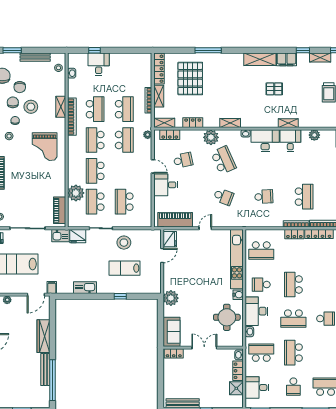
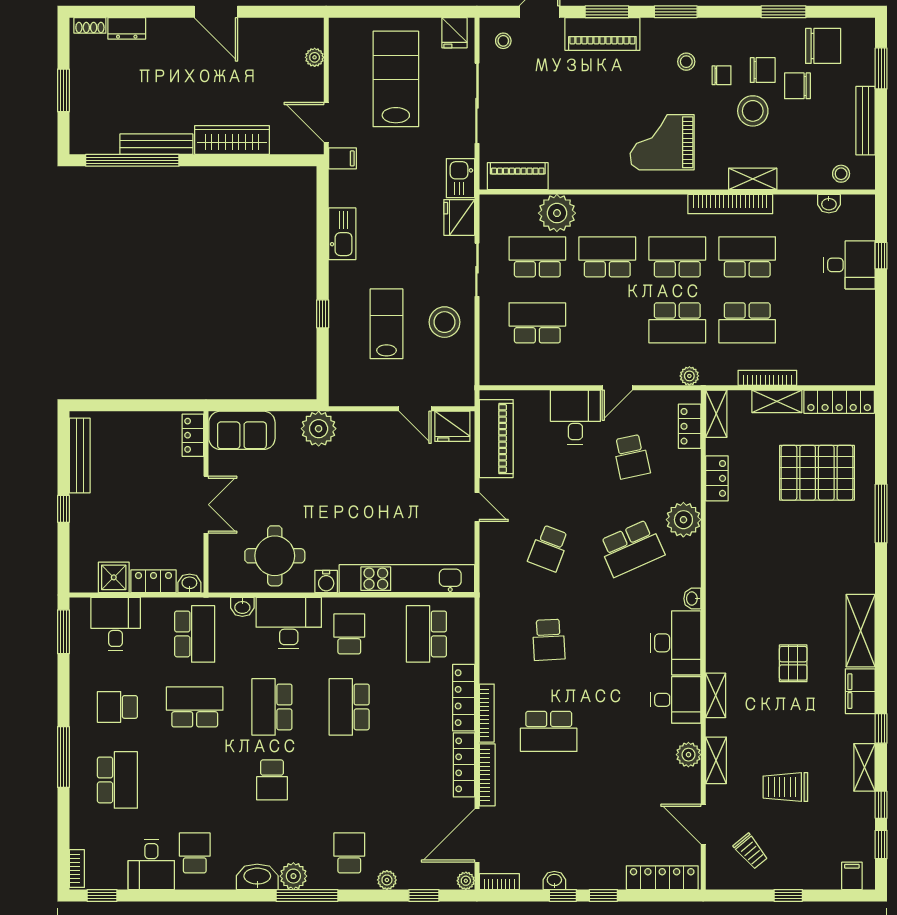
school desk: (95, 109) -> (747, 257), turned 180
shelving: (230, 123) -> (716, 760), moved
locker: (294, 234) -> (464, 698), width x1.53
school desk: (293, 285) -> (349, 707), turned -90

